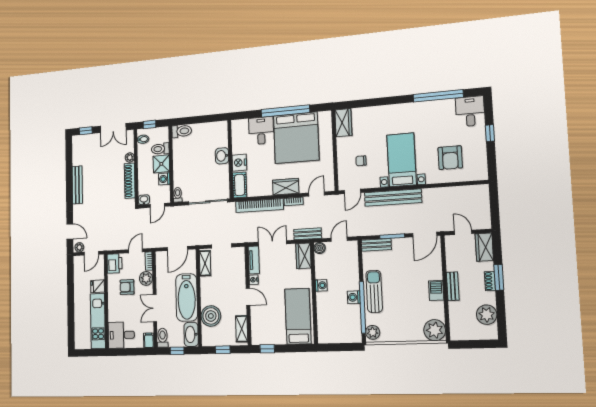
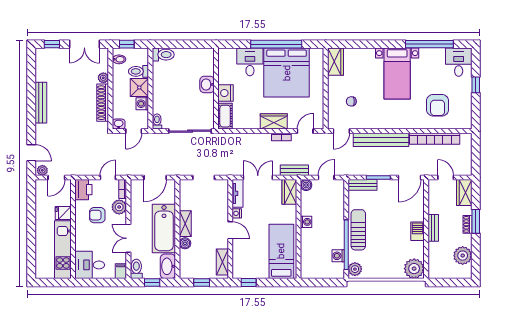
bed with nightstands: (402, 160) -> (397, 74), moved, turned 180
bookcase: (259, 206) -> (435, 139), moved
shelving: (205, 263) -> (185, 224), moved
washing machine: (354, 297) -> (338, 256), moved
boiler: (211, 316) -> (185, 243), width x0.54, depth x0.54

